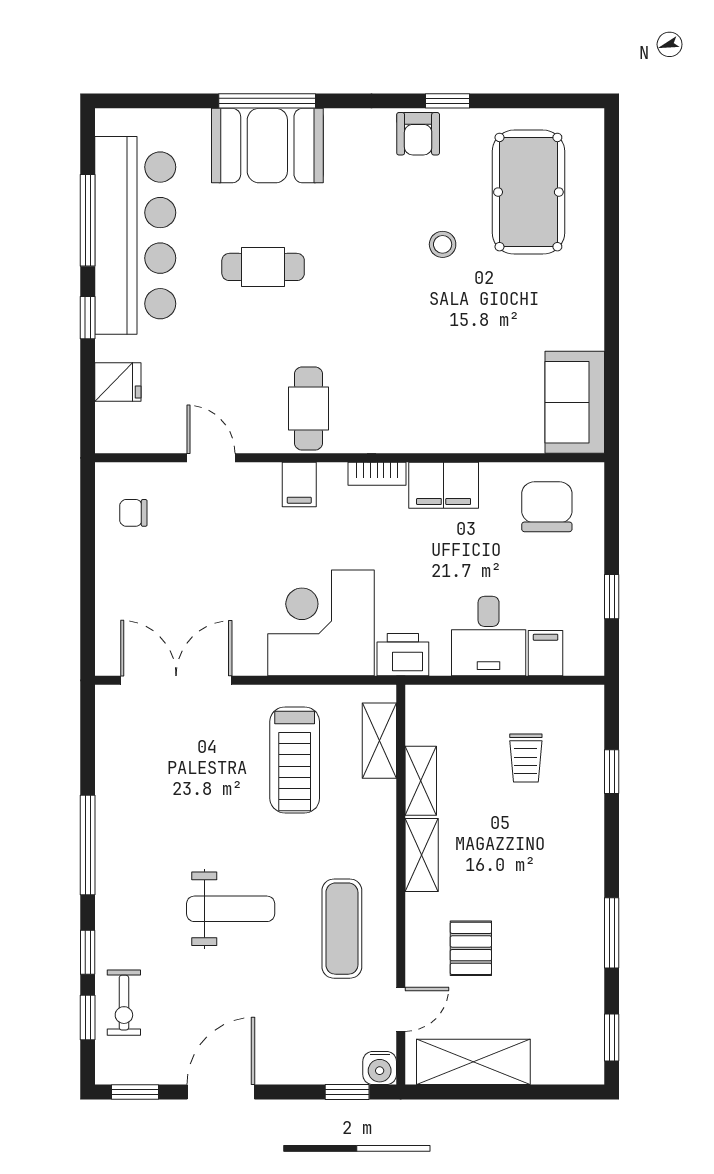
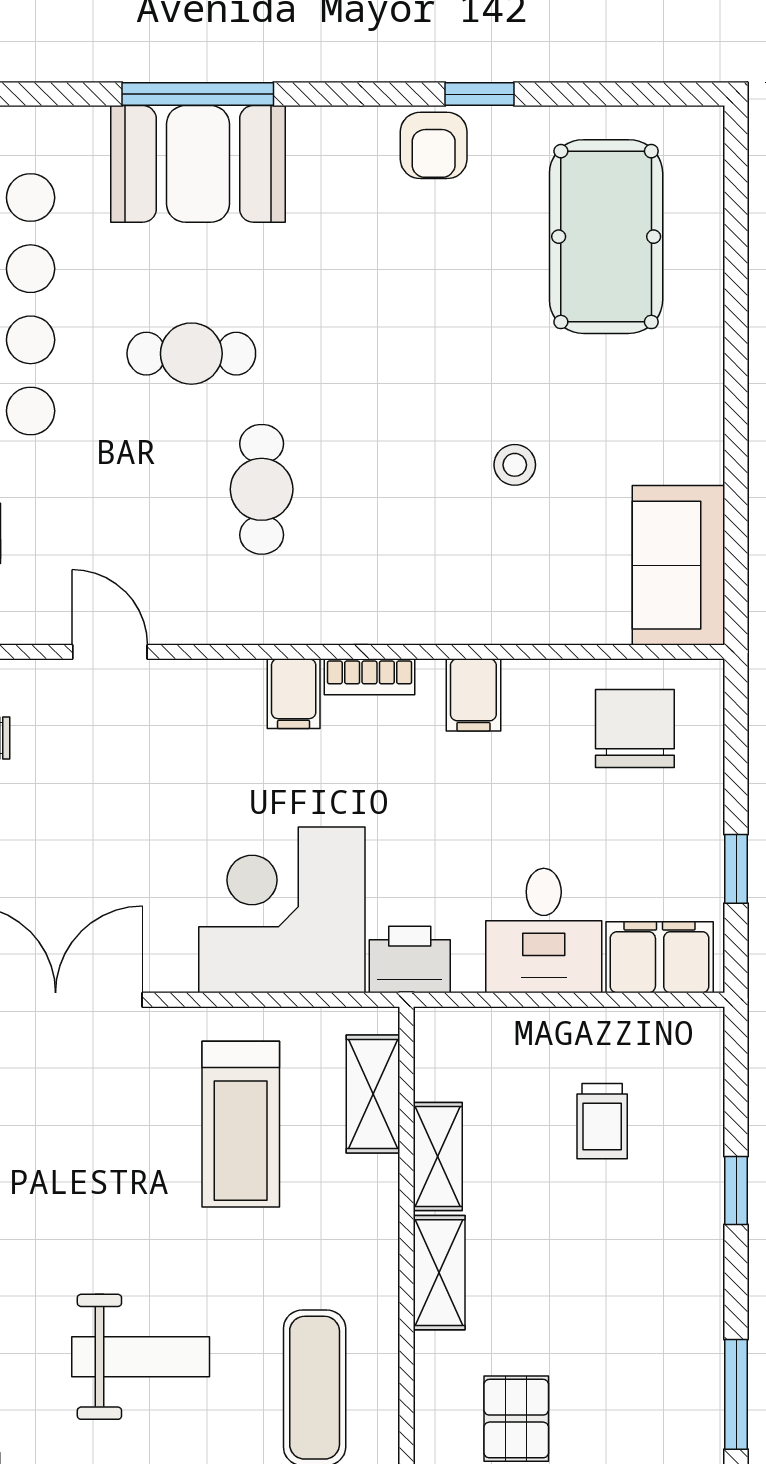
stool: (443, 244) -> (515, 465), moved
cafe table: (309, 409) -> (262, 489), moved
filing cabinet: (299, 485) -> (294, 694), moved
filing cabinet: (444, 485) -> (473, 695), width x0.50
filing cabinet: (546, 653) -> (660, 957), width x2.00
window: (612, 772) -> (736, 1191), moved

